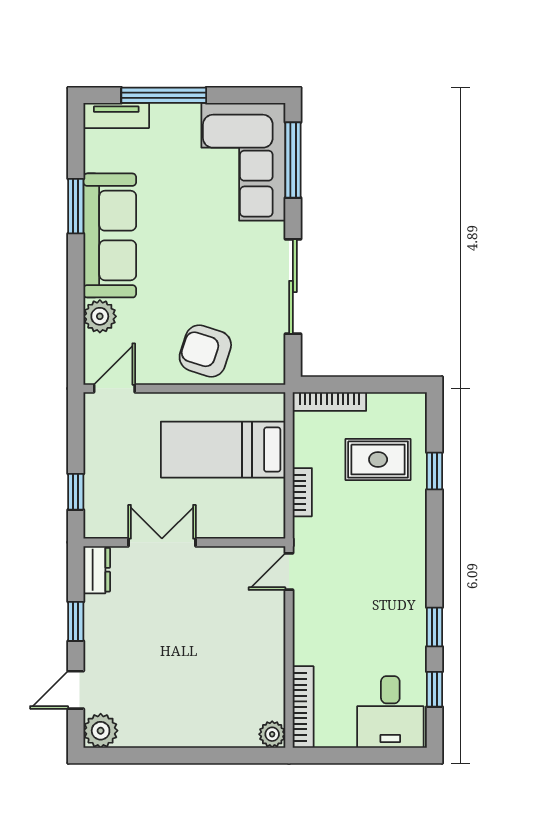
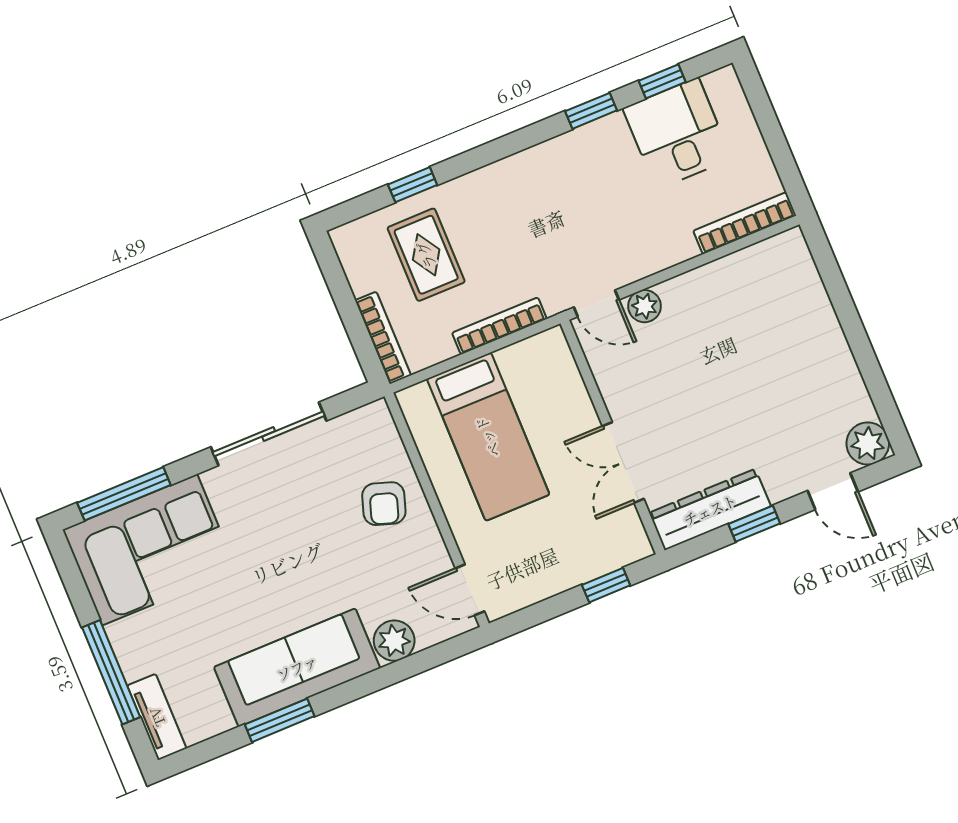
armchair: (205, 351) -> (384, 504), width x0.72, depth x0.72
bookcase: (302, 492) -> (499, 326), width x1.56
dresser: (97, 570) -> (710, 510), width x1.96, depth x1.24
desk: (390, 712) -> (677, 133), moved, turned -90
plant: (272, 734) -> (645, 306), moved

